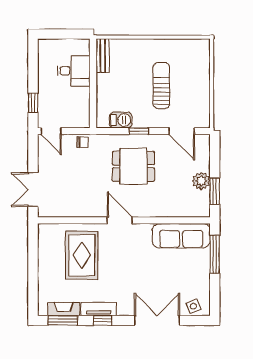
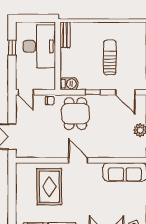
desk: (74, 71) -> (39, 46), width x1.87, depth x1.30
window: (33, 103) -> (12, 48), moved
barbecue: (121, 120) -> (69, 84), moved
dining table: (133, 166) -> (75, 114), moved, turned 90

